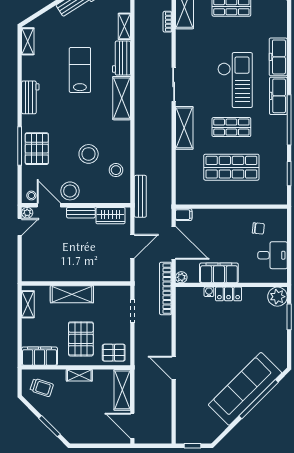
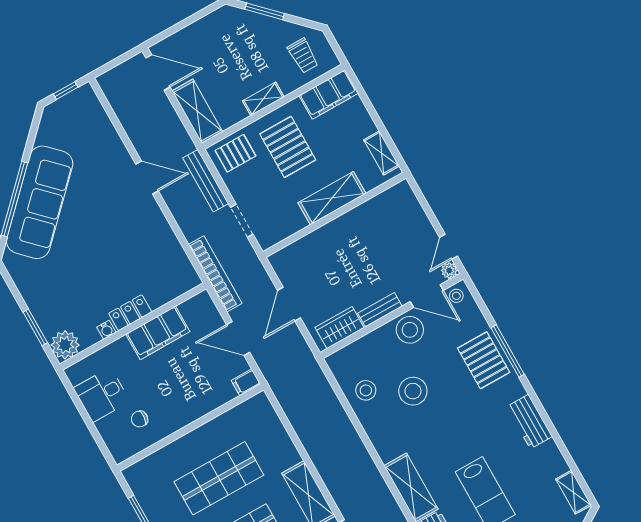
bench: (140, 196) -> (206, 181), moved
door: (174, 243) -> (238, 339), width x0.73
plant: (181, 277) -> (203, 300), removed
water cooler: (209, 292) -> (106, 330), moved
trolley: (42, 387) -> (303, 56), turned -108

